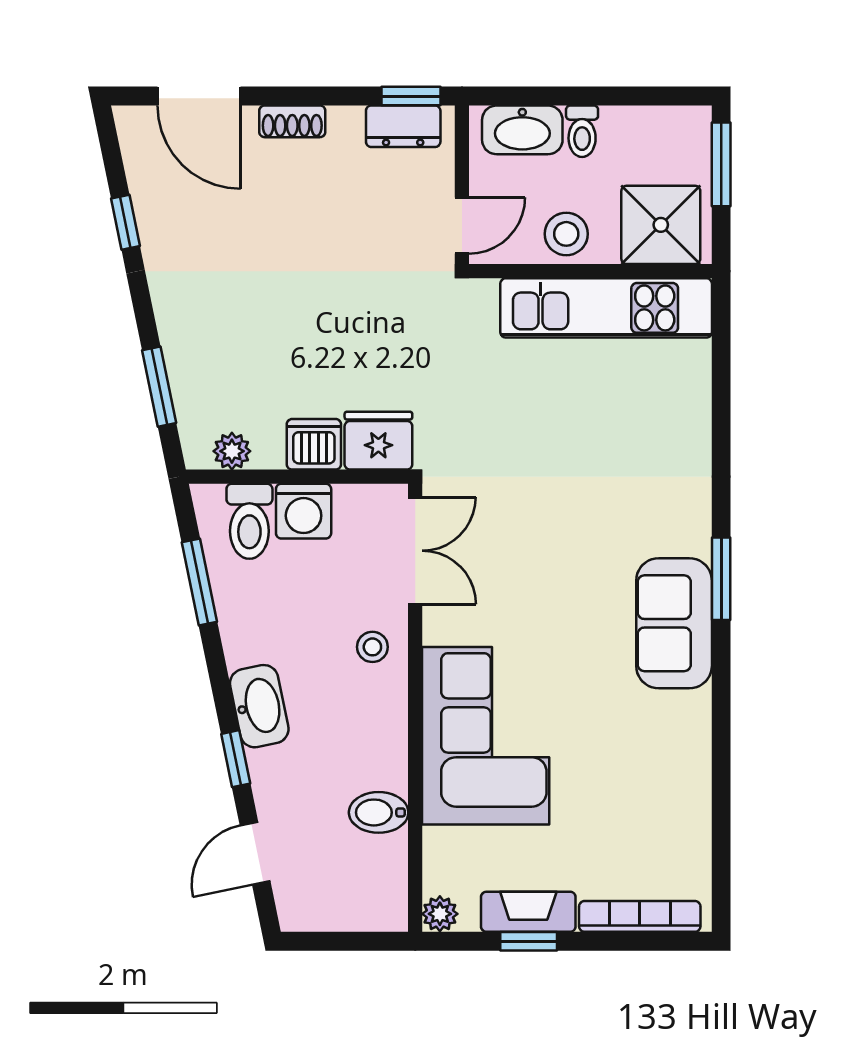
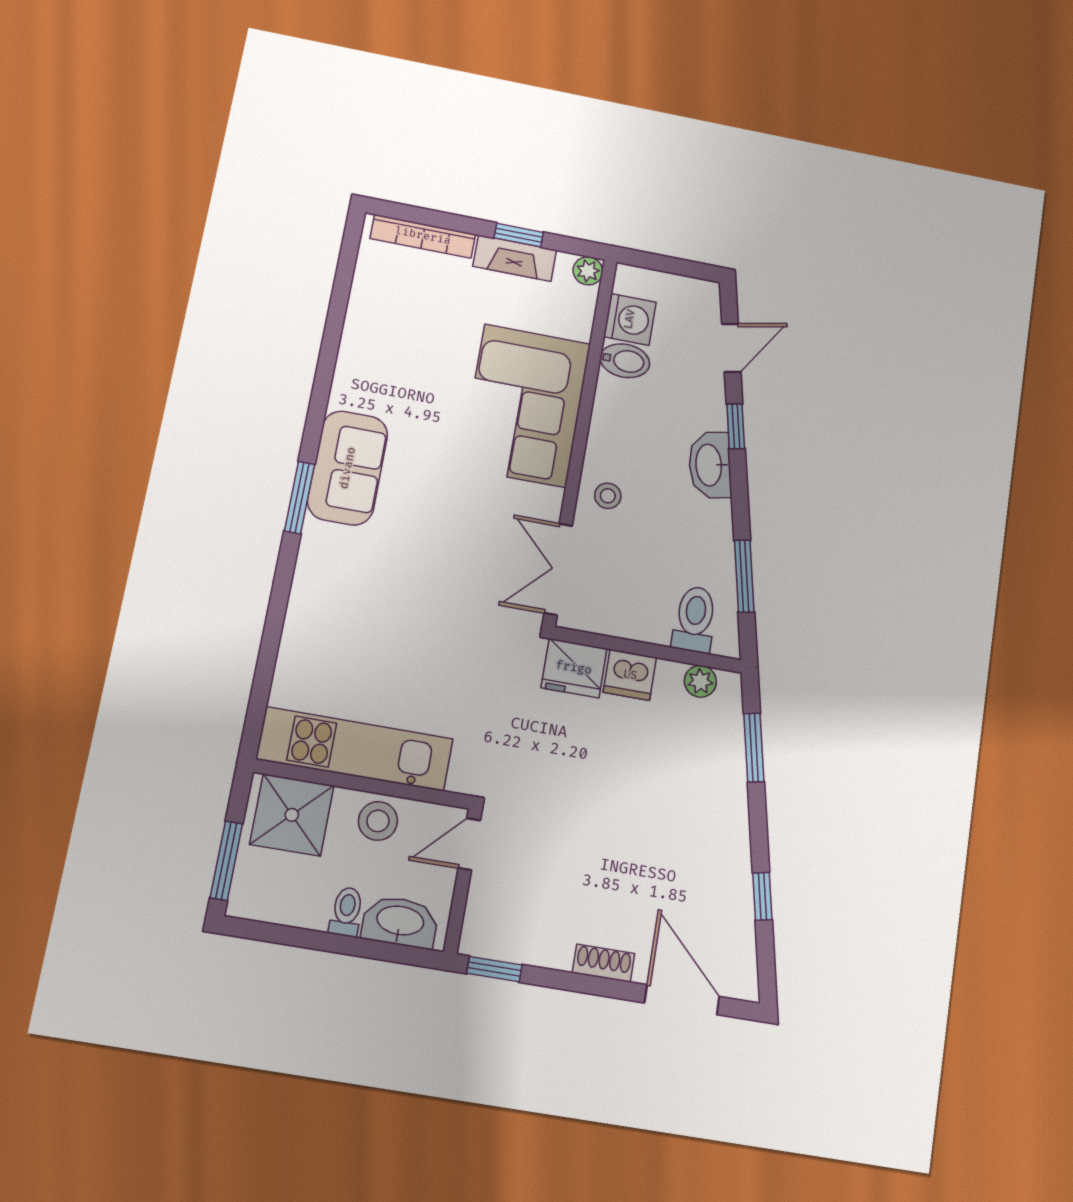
dresser: (403, 126) -> (506, 943), removed
washing machine: (304, 511) -> (630, 319), moved, turned 90

